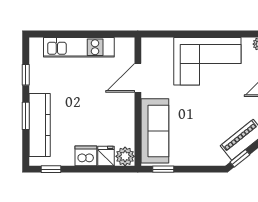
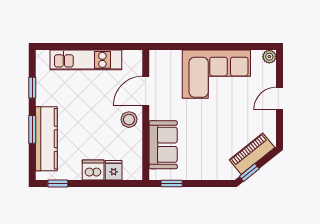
stool: (121, 106) -> (129, 120), added
sofa: (155, 131) -> (163, 145), width x0.73
plant: (125, 156) -> (133, 170), removed

